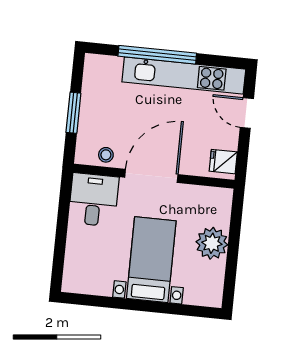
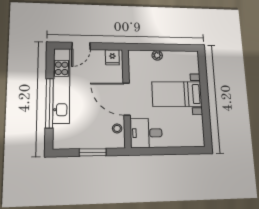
plant: (212, 243) -> (157, 55), width x0.53, depth x0.53

